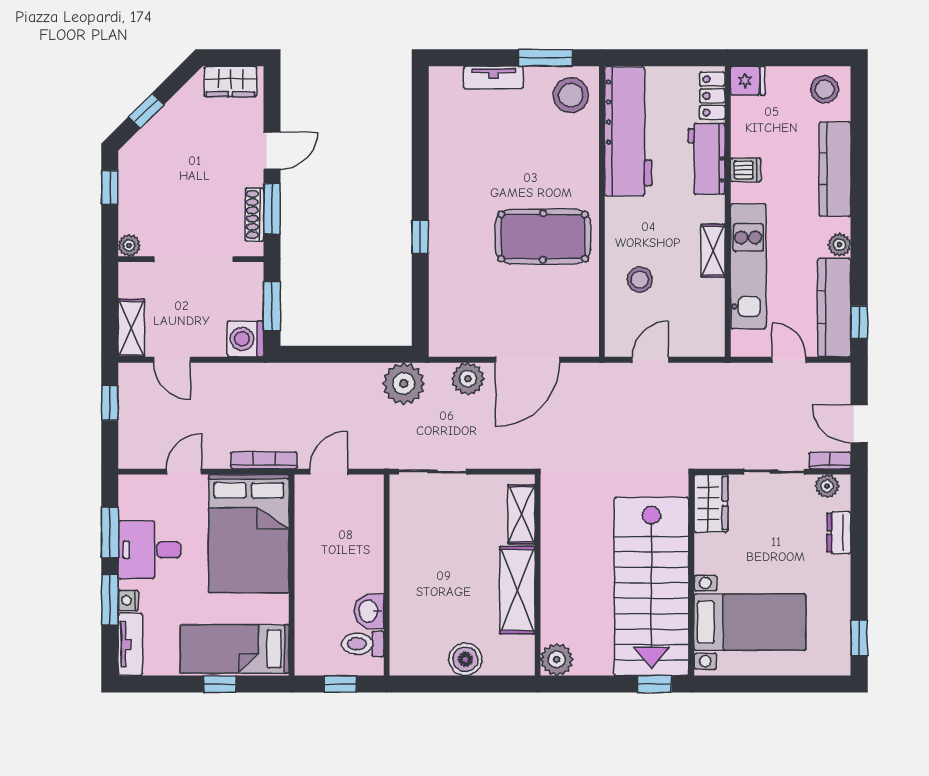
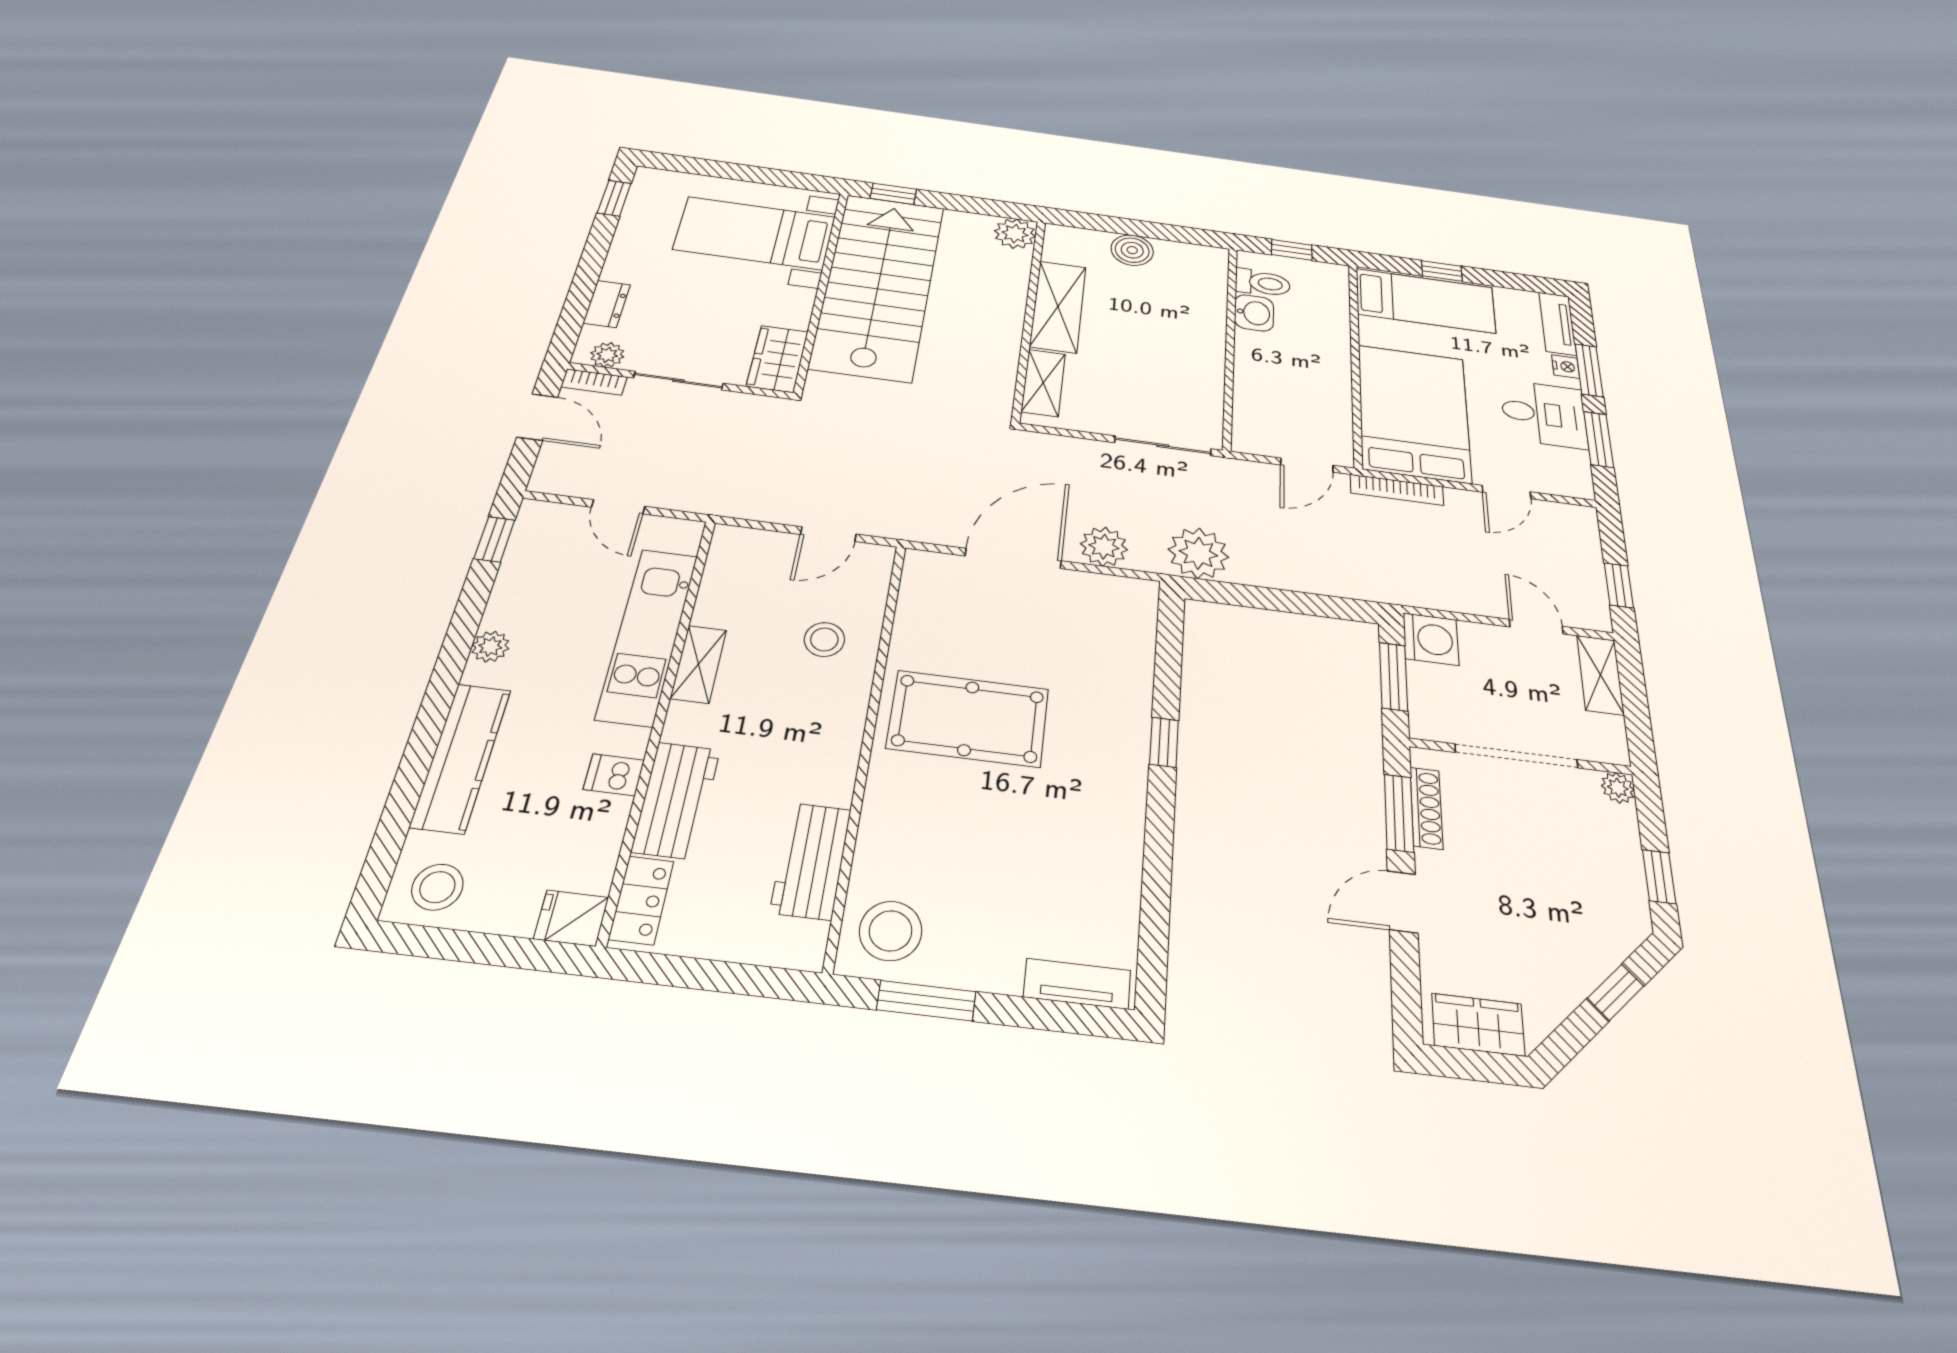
tv unit: (493, 78) -> (1077, 984), moved
workbench: (628, 131) -> (811, 861), width x0.53, depth x0.76
kitchen counter: (834, 308) -> (527, 563), removed

